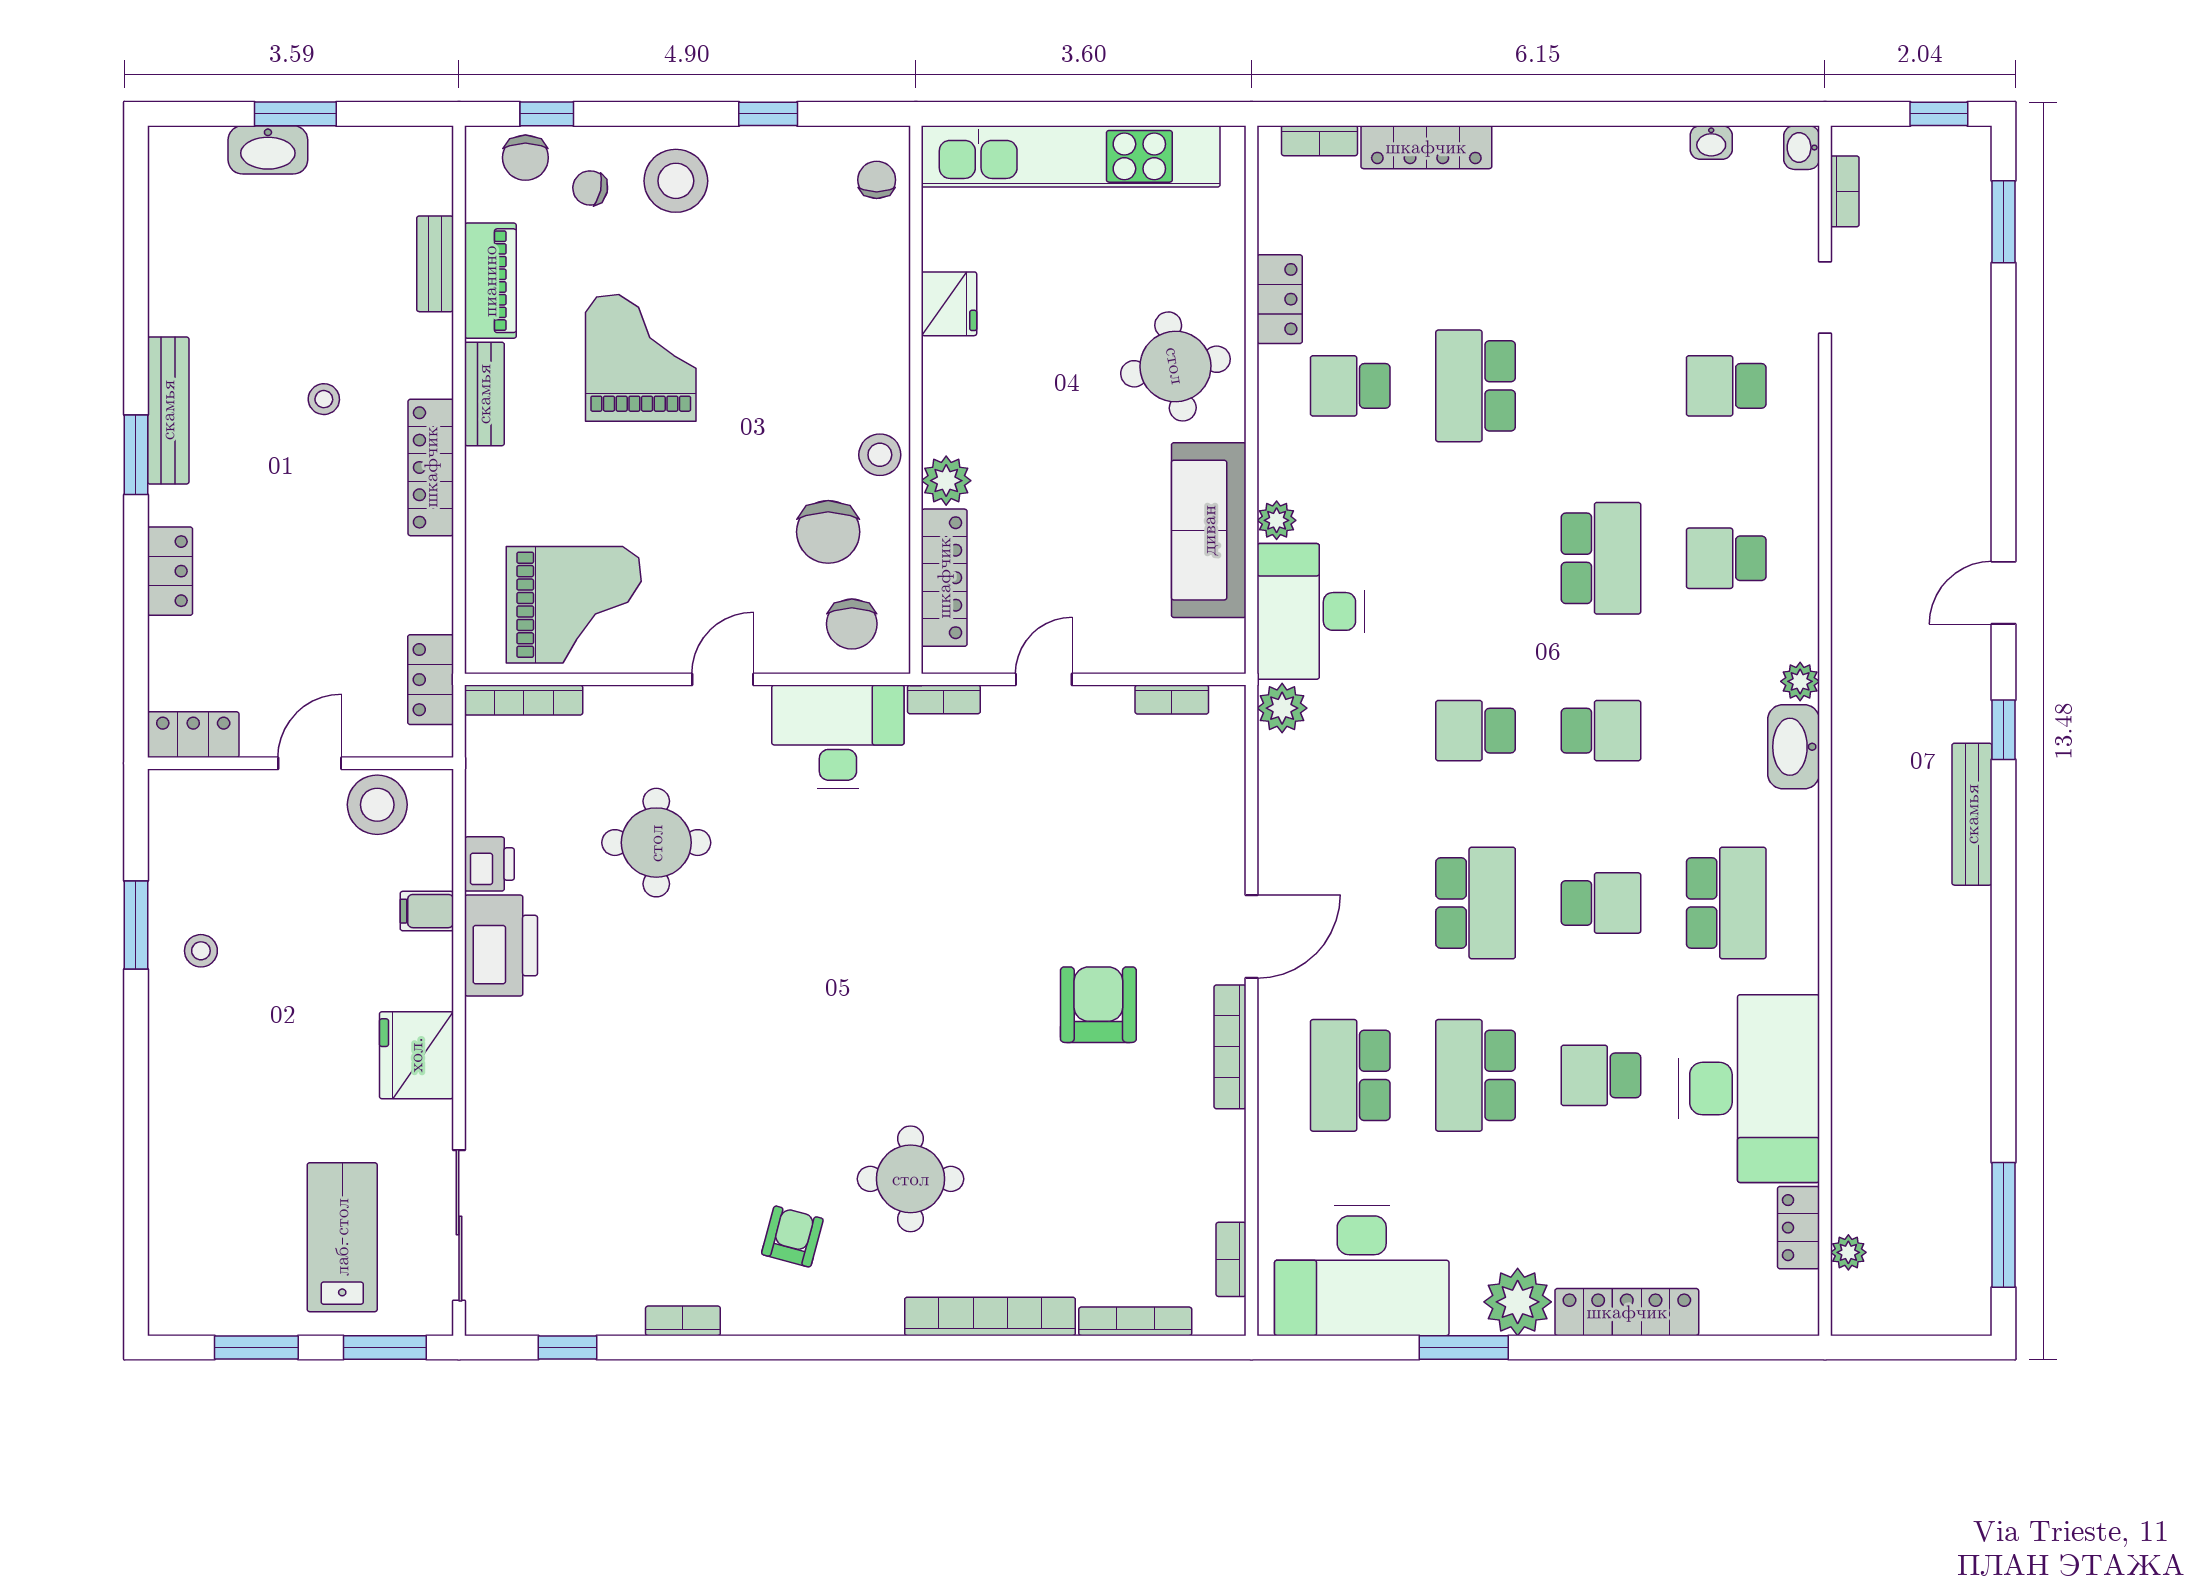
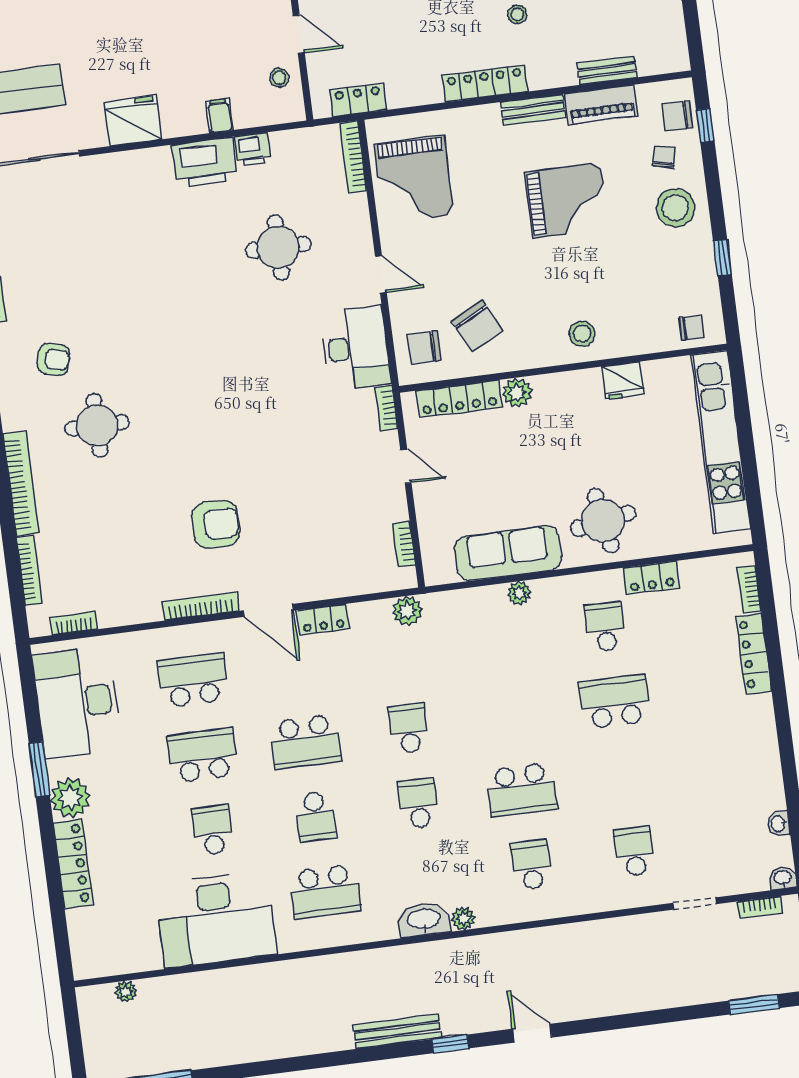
stool: (880, 455) -> (582, 334), moved
chair: (828, 532) -> (477, 326), turned -117
desk: (1311, 611) -> (467, 620), removed
school desk: (1601, 731) -> (419, 803), turned 180
stool: (377, 805) -> (279, 78), width x0.53, depth x0.53
locker: (1798, 1228) -> (323, 619), moved, turned 180

